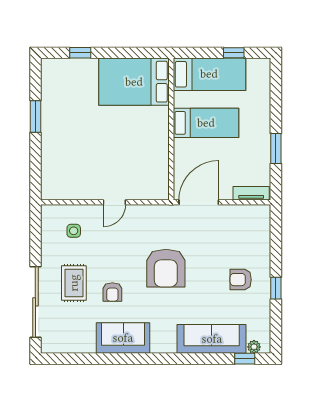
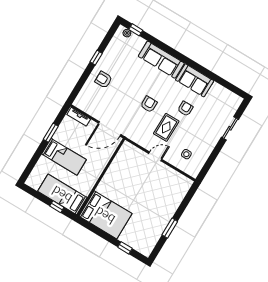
window: (234, 53) -> (57, 207), moved
bed: (206, 123) -> (64, 157), moved, turned 180
armchair: (166, 268) -> (149, 104), width x0.53, depth x0.53
armchair: (241, 280) -> (103, 80), moved, turned 180
rug: (74, 283) -> (166, 127), moved
sliding door: (35, 302) -> (230, 128), width x0.54
sofa: (212, 339) -> (161, 60), moved

